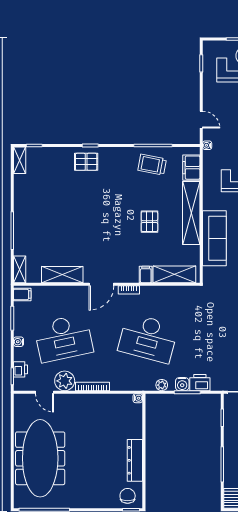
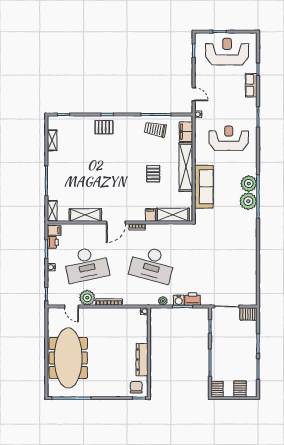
shelving: (20, 160) -> (52, 140), moved
printer: (21, 369) -> (53, 242), moved

